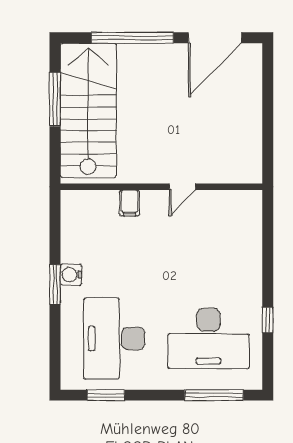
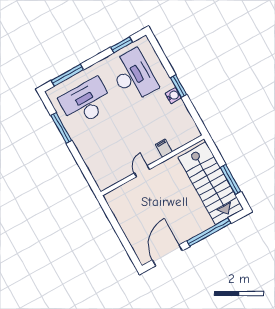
window: (268, 320) -> (61, 128), width x2.17

